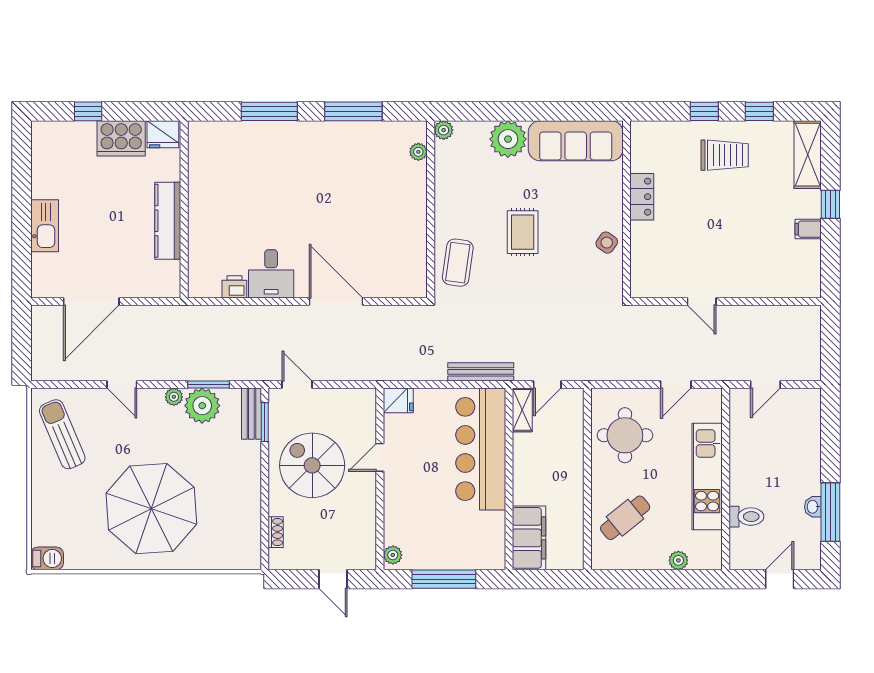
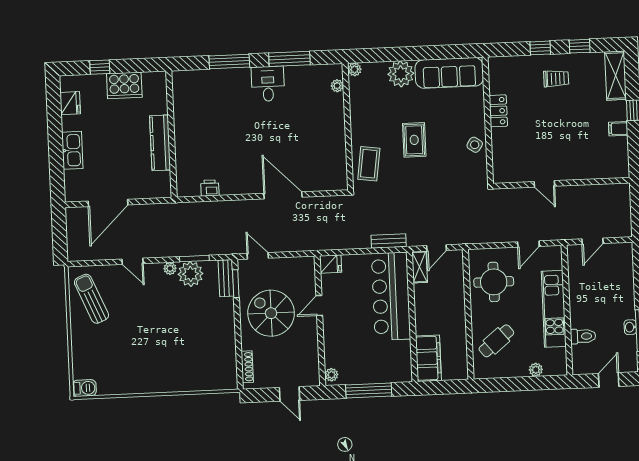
fridge: (163, 134) -> (70, 103), moved, turned -90
trolley: (725, 155) -> (556, 79), width x0.73, depth x0.72
desk: (271, 274) -> (268, 84), moved, turned 180
bench: (481, 372) -> (389, 241), width x0.73
parasol: (151, 509) -> (157, 349), removed
shoe rack: (276, 532) -> (247, 367), width x1.43

